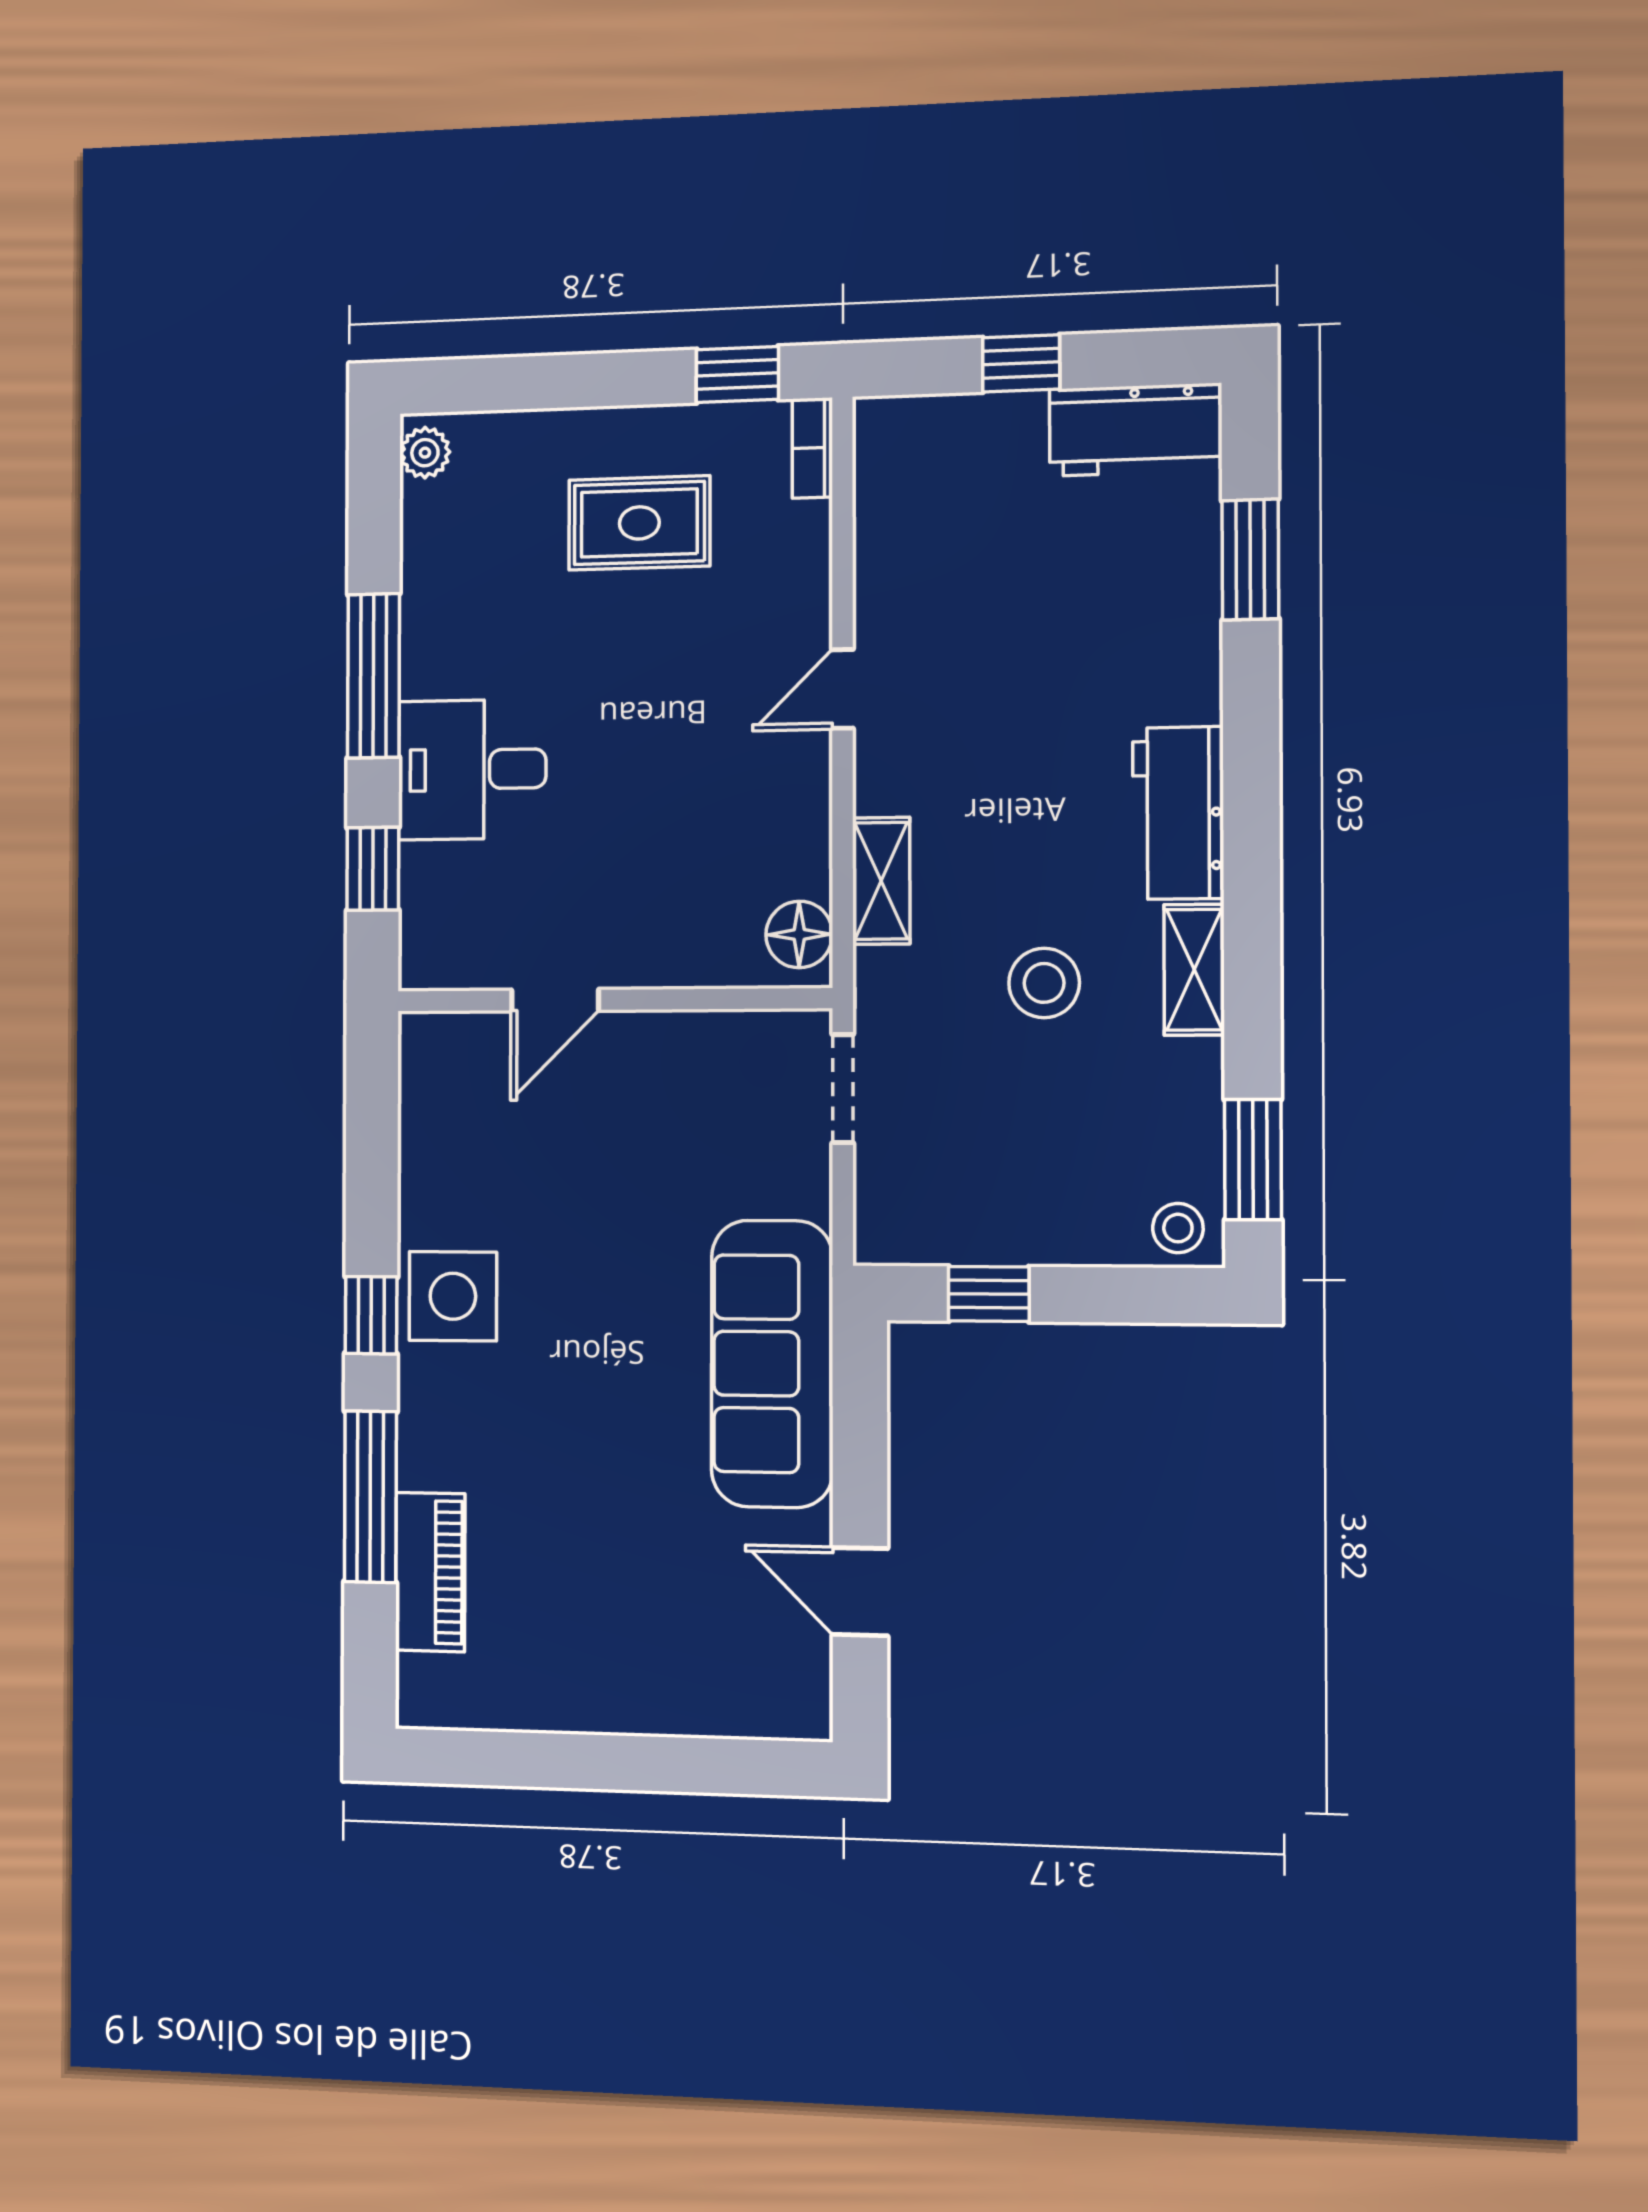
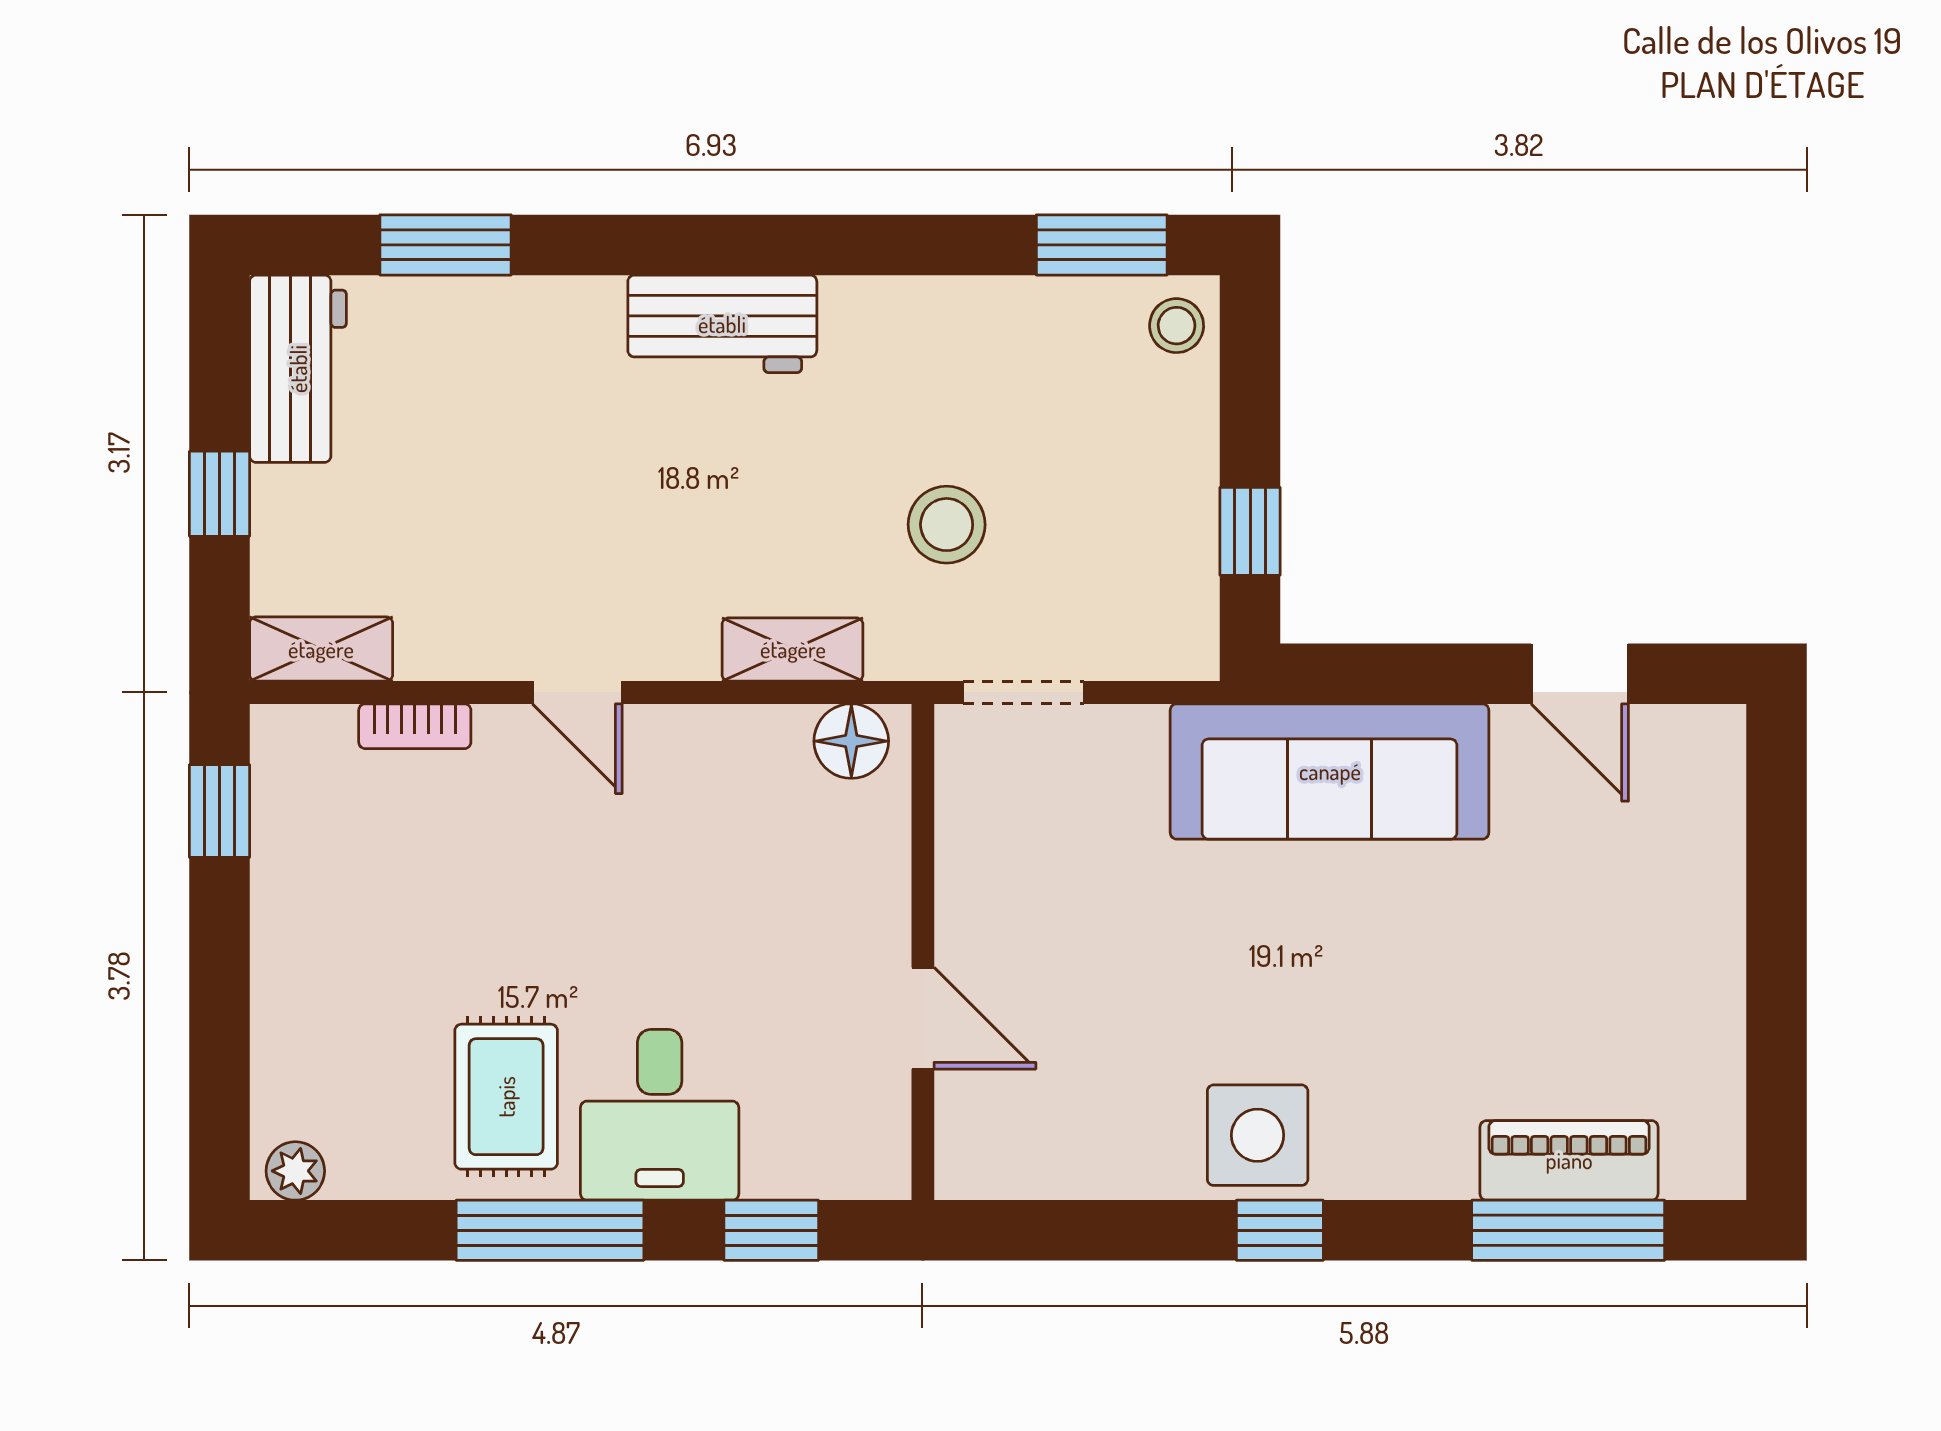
bookcase: (812, 448) -> (415, 726), moved
rug: (639, 523) -> (506, 1097), moved
shelving: (1194, 970) -> (321, 649), moved
stool: (1044, 983) -> (947, 525), moved
window: (370, 1497) -> (1568, 1230), moved
door: (860, 1592) -> (1580, 674), hinge flipped

